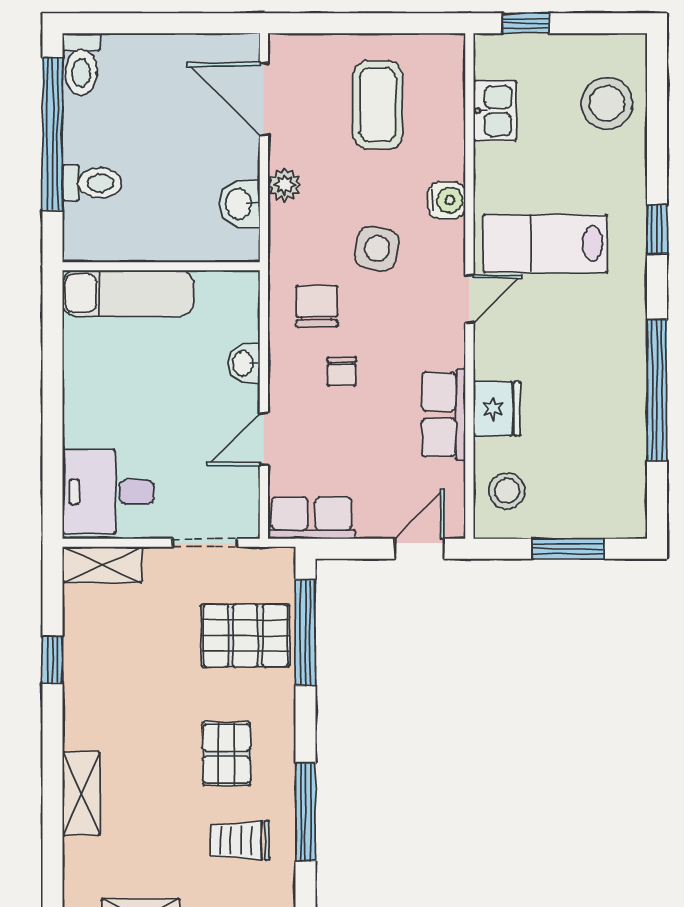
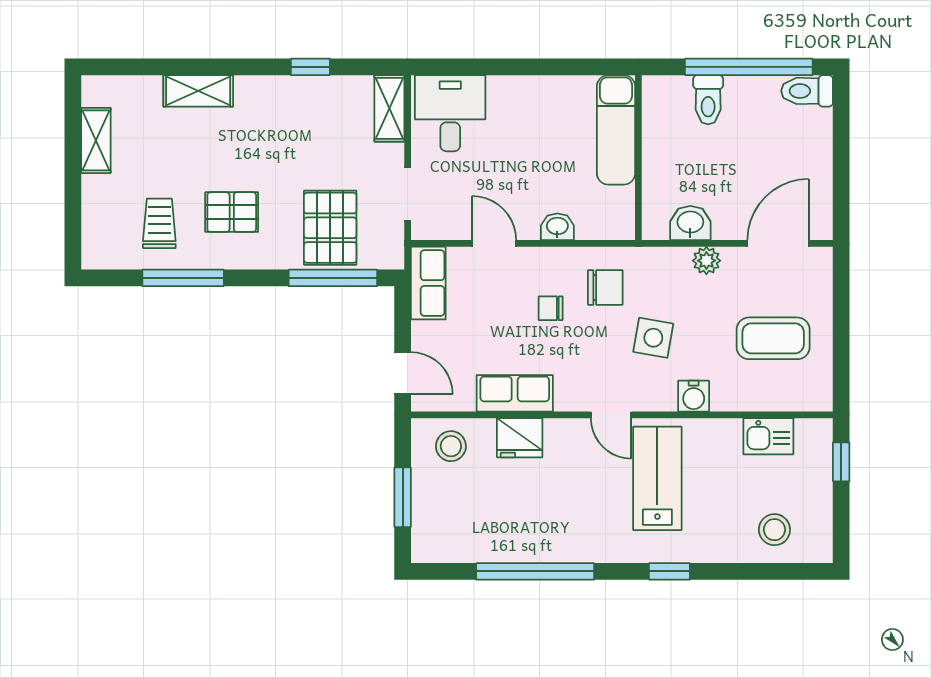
stool: (607, 103) -> (774, 530), width x0.73, depth x0.73

